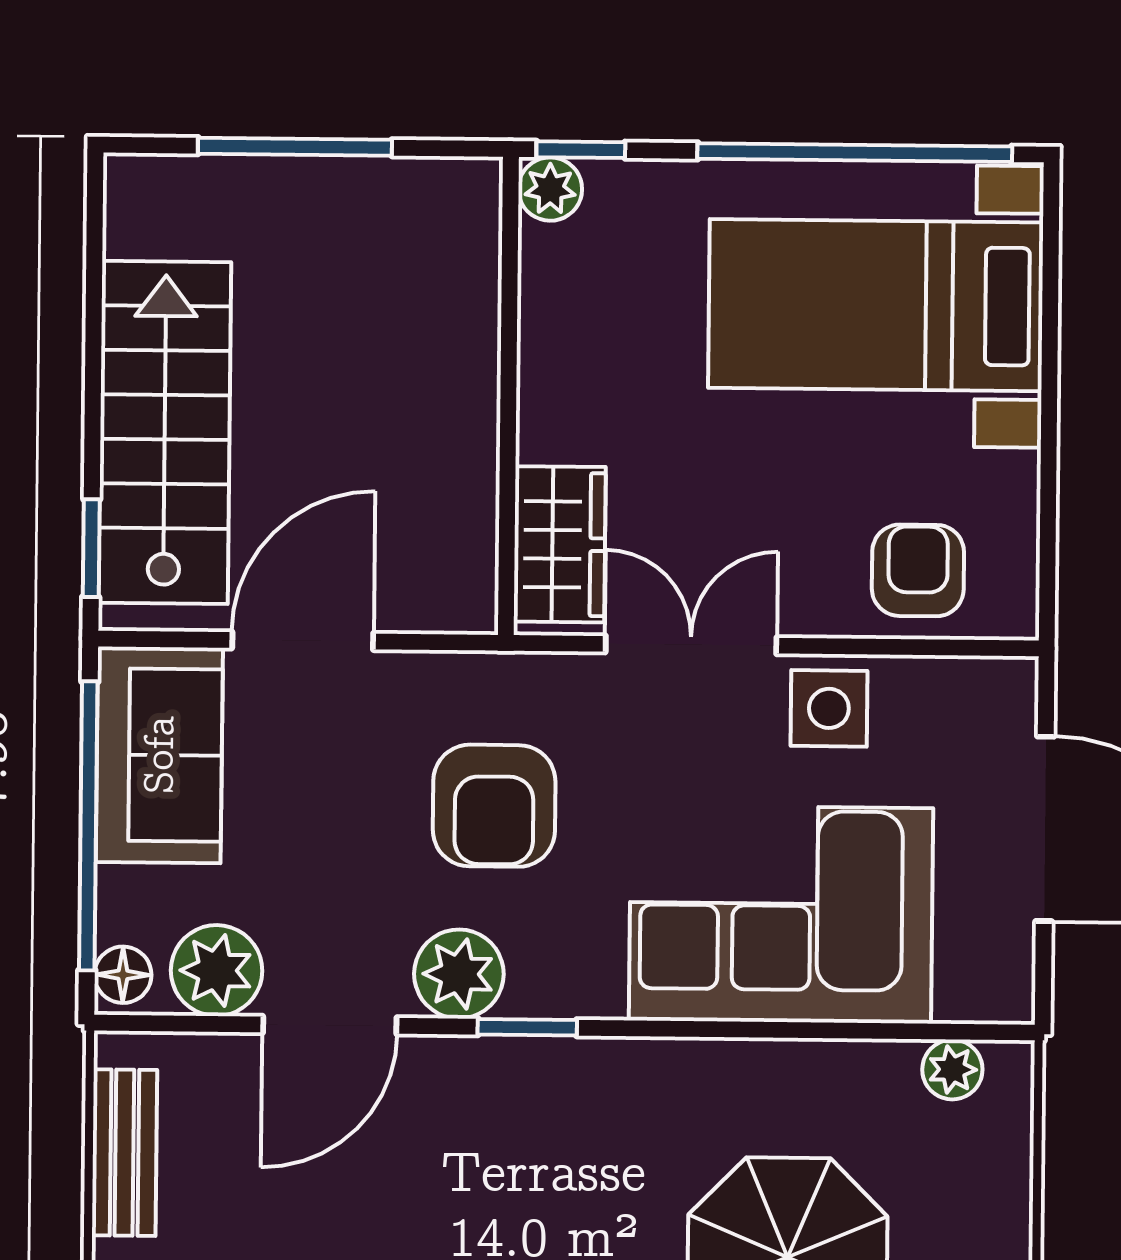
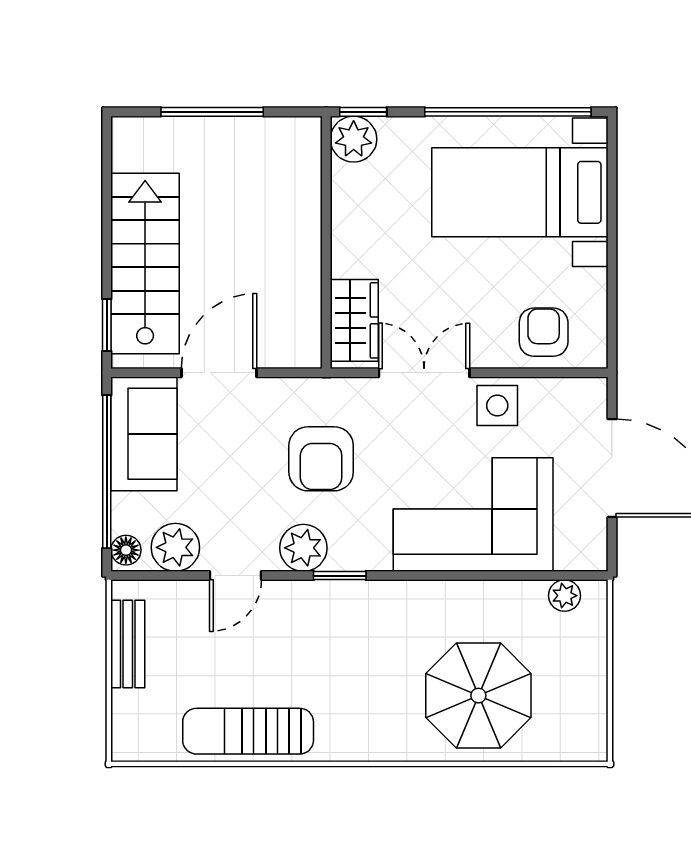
plant: (550, 189) -> (354, 139), width x1.38, depth x1.38
door: (330, 1025) -> (235, 576), width x0.73

